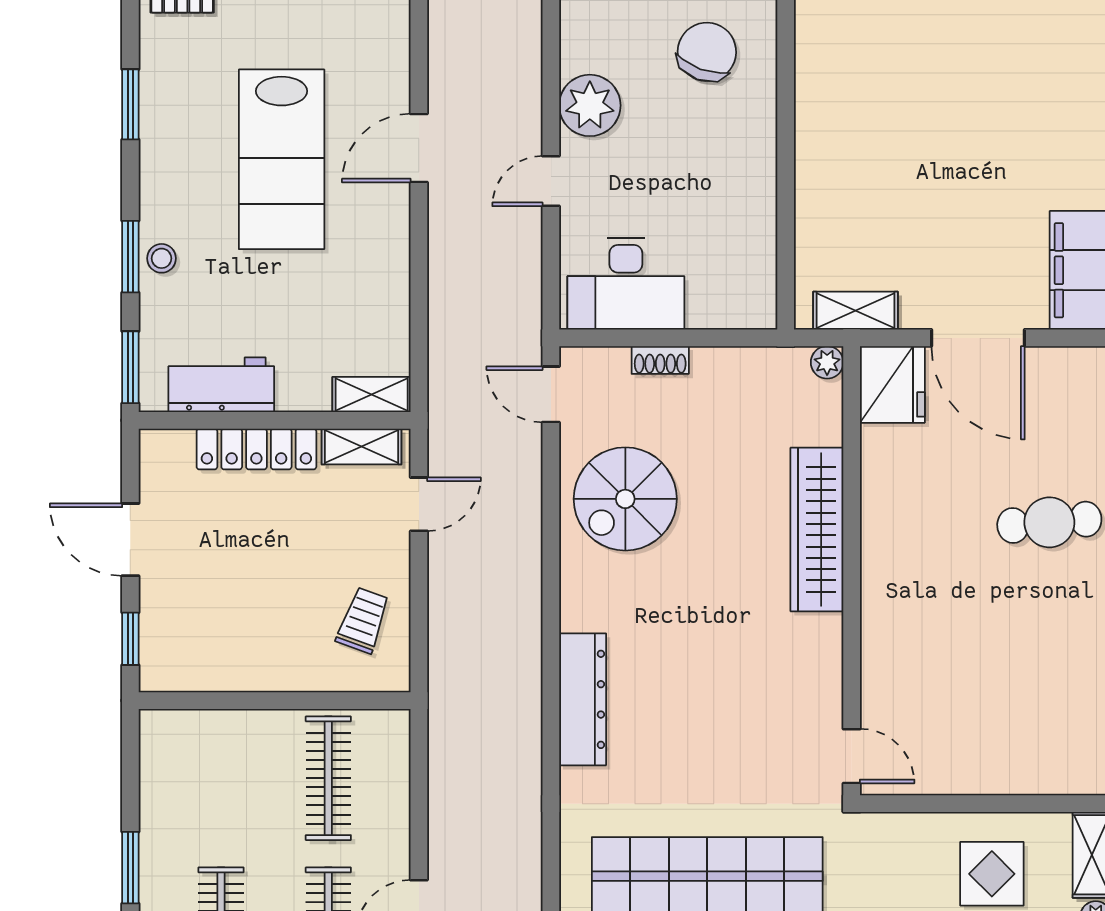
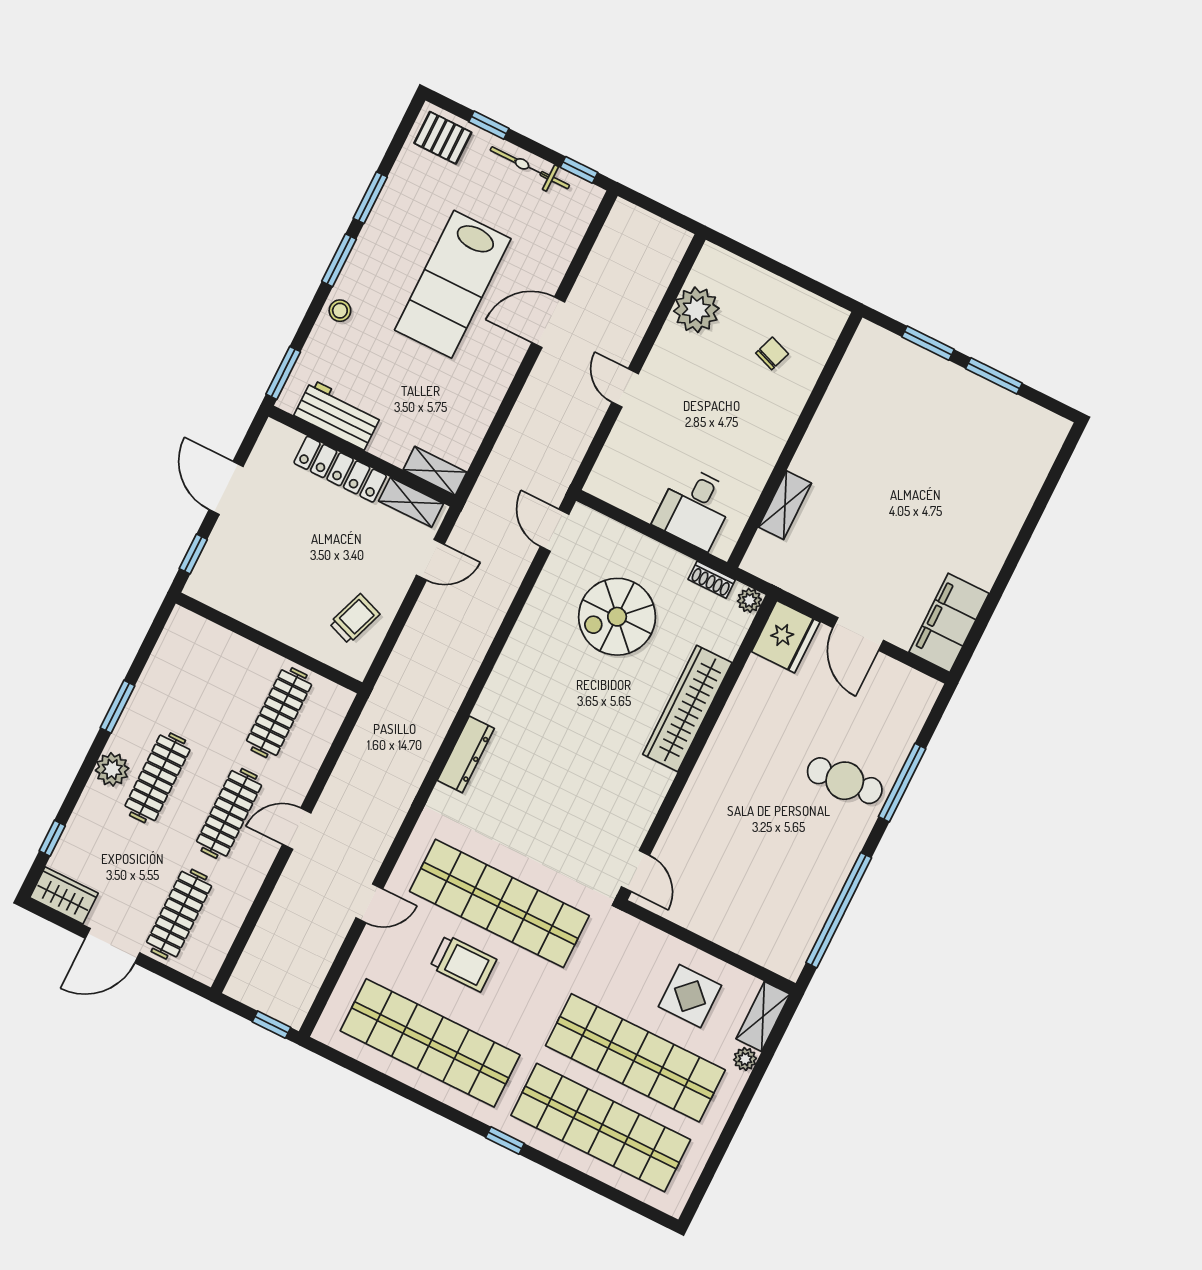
chair: (707, 52) -> (772, 353), width x0.54, depth x0.54
plant: (590, 105) -> (696, 310), moved
door: (551, 181) -> (625, 388), hinge flipped
window: (130, 257) -> (339, 260), moved
desk: (626, 284) -> (695, 508), moved, width x0.73
shelving: (855, 311) -> (785, 505), moved, turned 90
door: (978, 338) -> (858, 634), width x0.73
shoe rack: (660, 360) -> (712, 580), moved
spiral stairs: (625, 499) -> (617, 617), moved
dresser: (583, 699) -> (466, 754), width x0.73, depth x0.80

